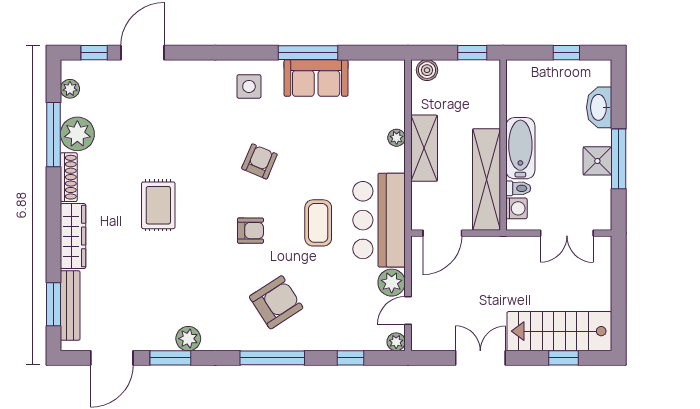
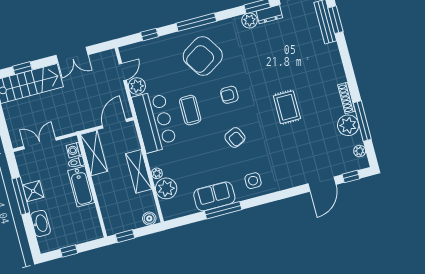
armchair: (259, 161) -> (235, 138), turned -48
shelving: (486, 179) -> (94, 153), width x0.68
rug: (158, 205) -> (287, 107), moved
wardrobe: (73, 236) -> (335, 63), removed
armchair: (276, 302) -> (203, 56), width x1.36, depth x1.36
dresser: (155, 340) -> (269, 14), added
plant: (396, 342) -> (166, 188), moved, width x1.88, depth x1.88

